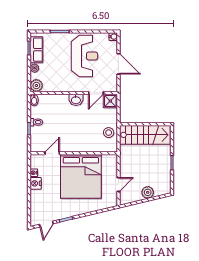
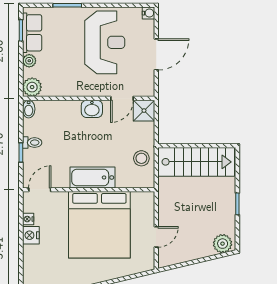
door: (118, 64) -> (156, 54), hinge flipped
bathtub: (76, 145) -> (92, 177), added
door: (52, 153) -> (40, 190), moved
plant: (148, 192) -> (223, 244), moved

